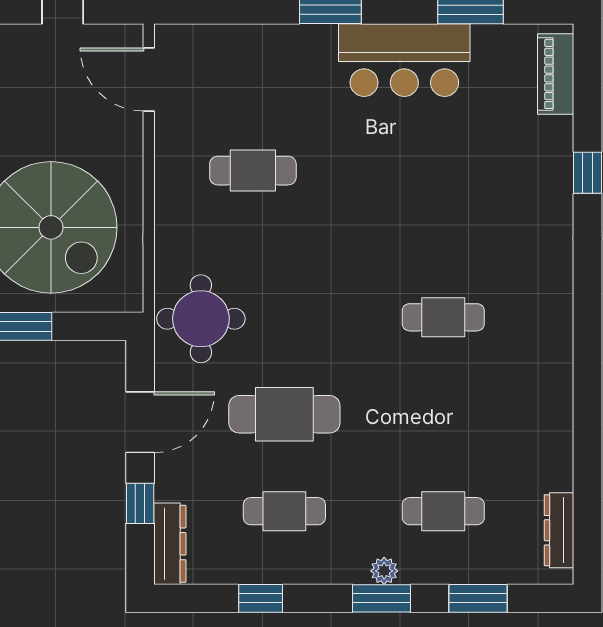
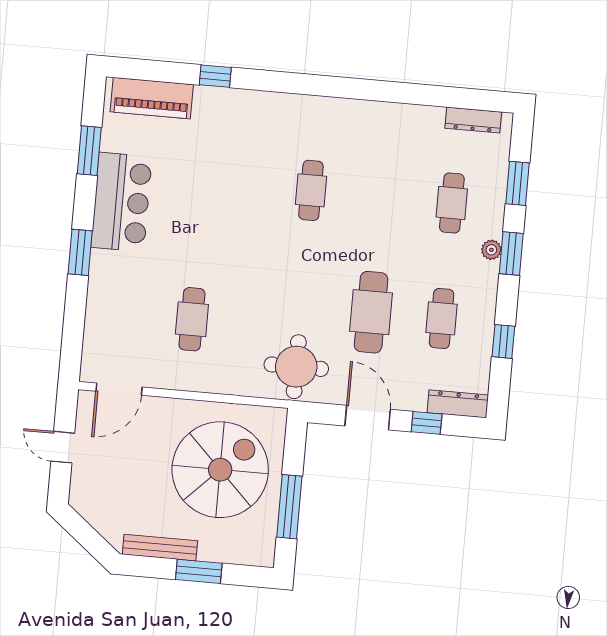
piano: (556, 74) -> (152, 98), width x1.37, depth x1.33

